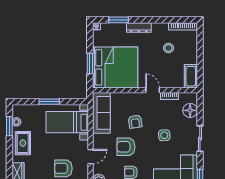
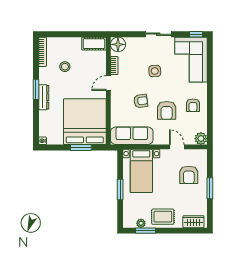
window: (119, 20) -> (36, 89), moved
floor lamp: (190, 110) -> (118, 44), moved

